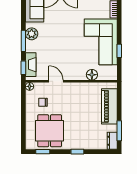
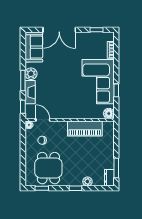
fireplace: (31, 65) -> (30, 92), moved
floor lamp: (92, 75) -> (109, 114), moved
door: (56, 81) -> (43, 120), moved
piano: (109, 106) -> (85, 128), moved, turned -90
plant: (90, 145) -> (87, 182), added

